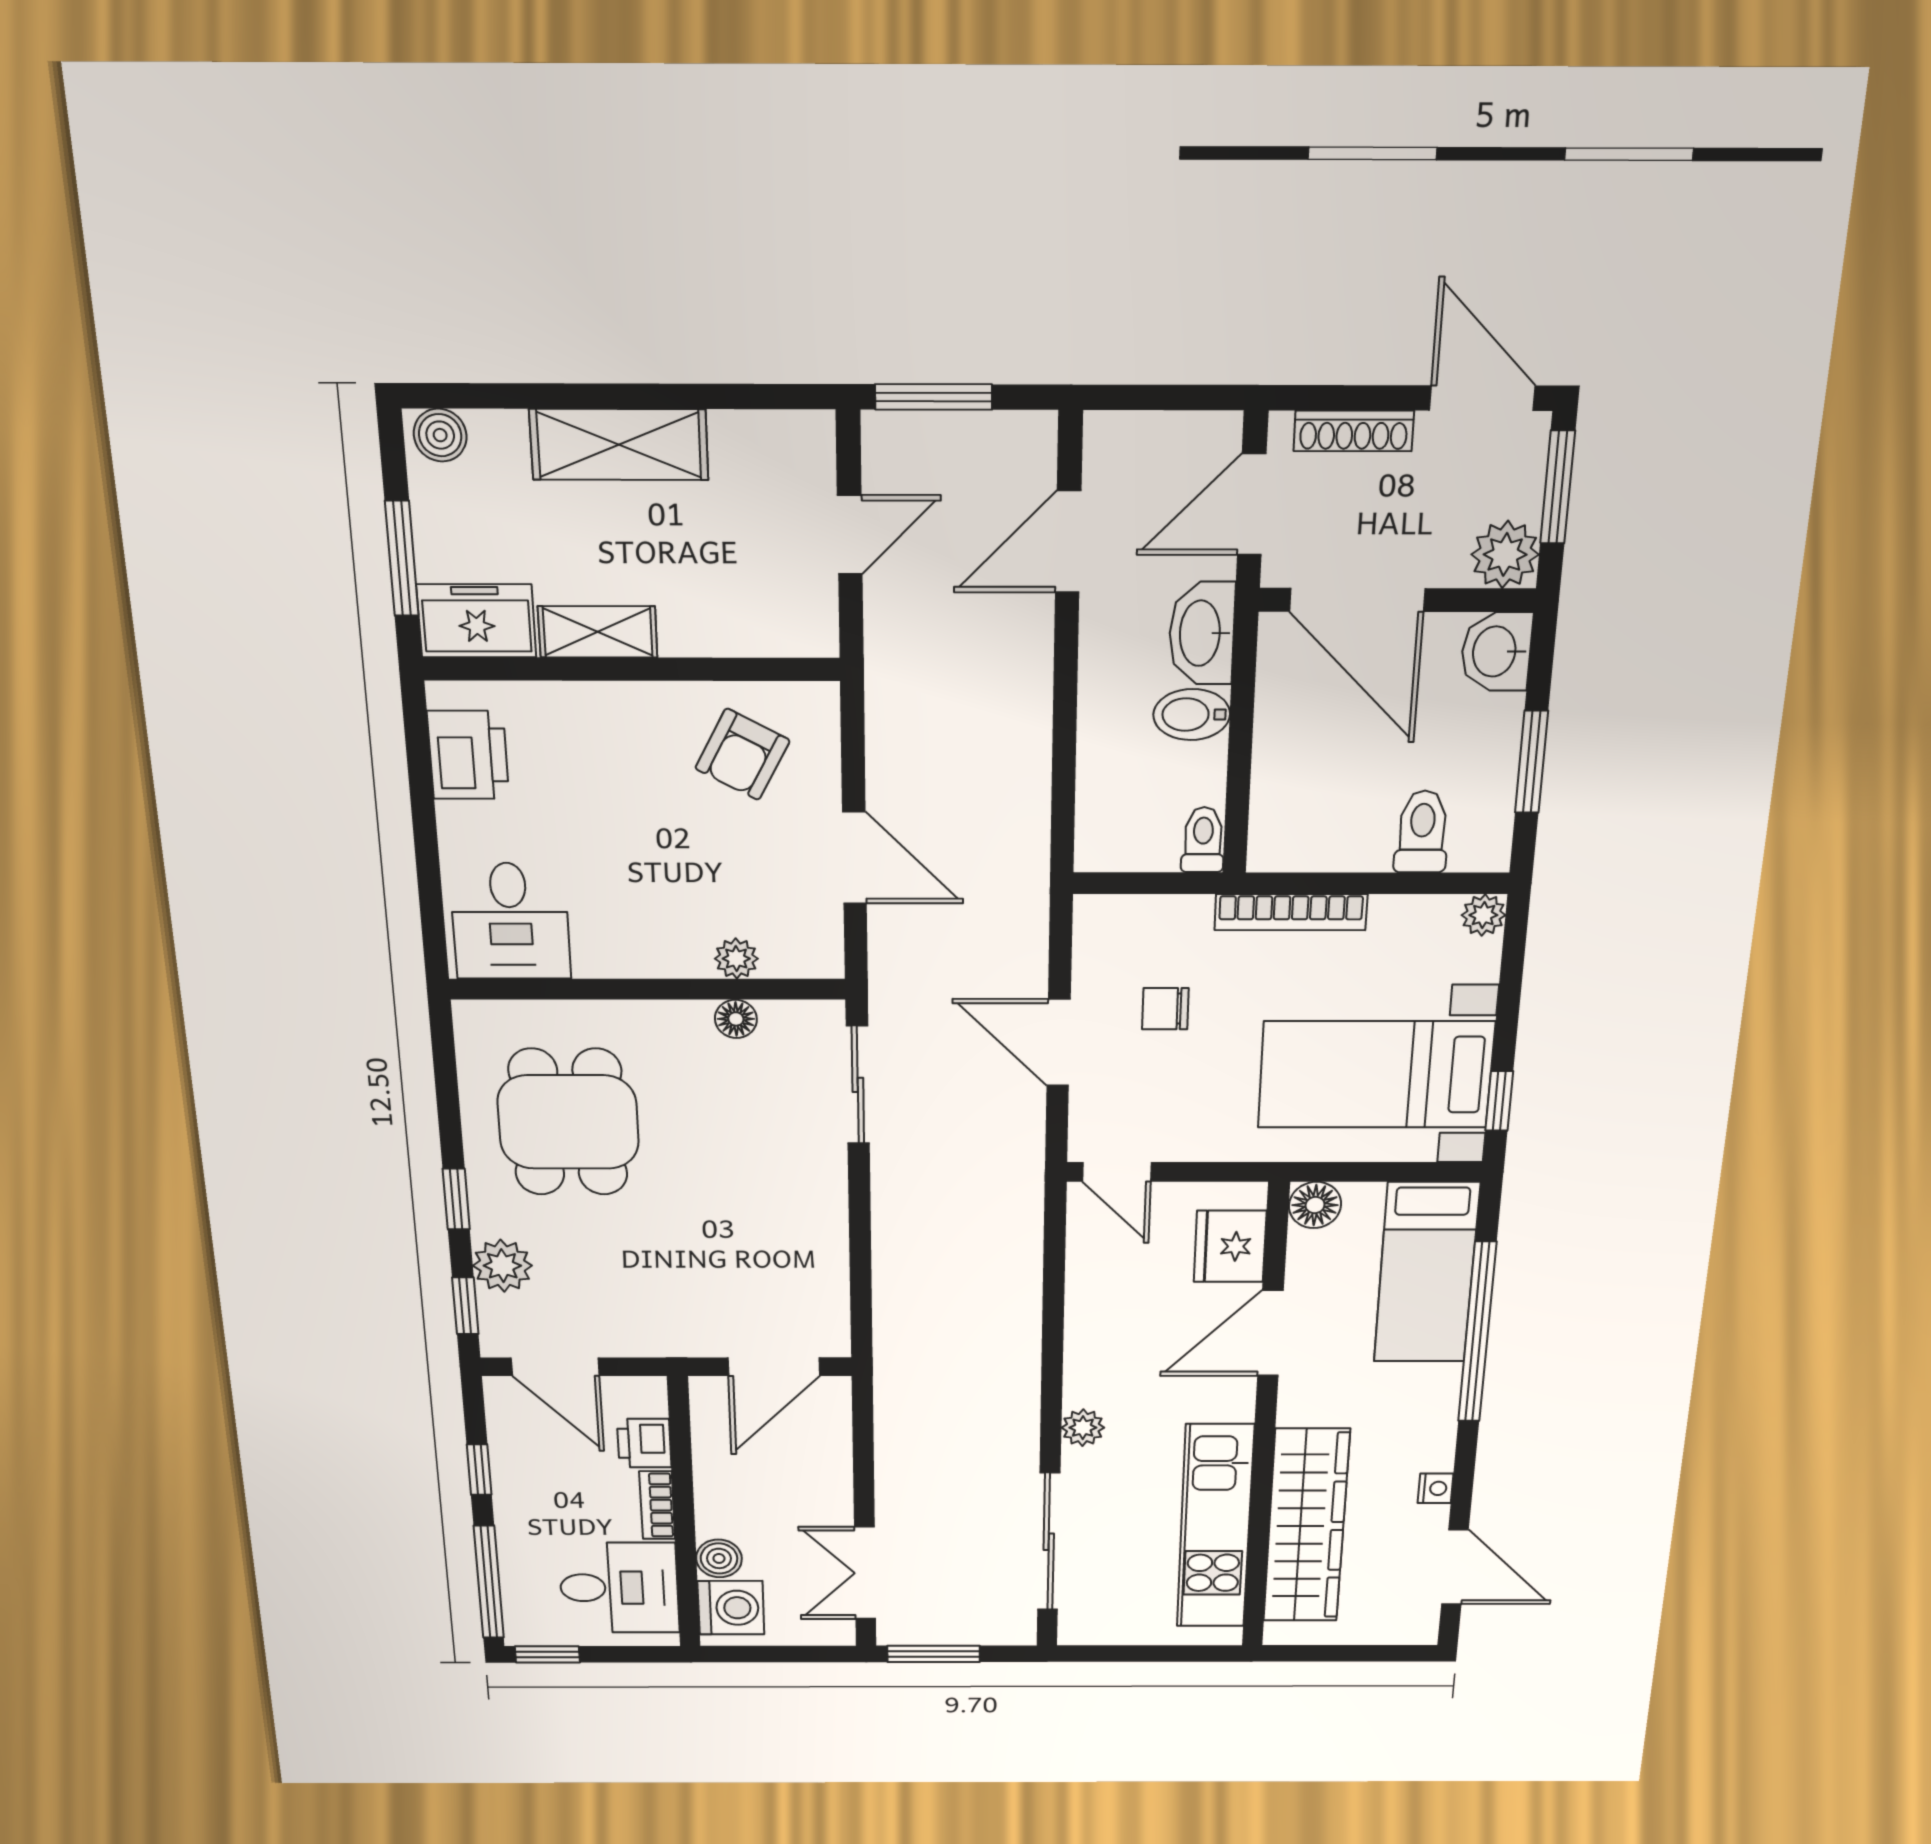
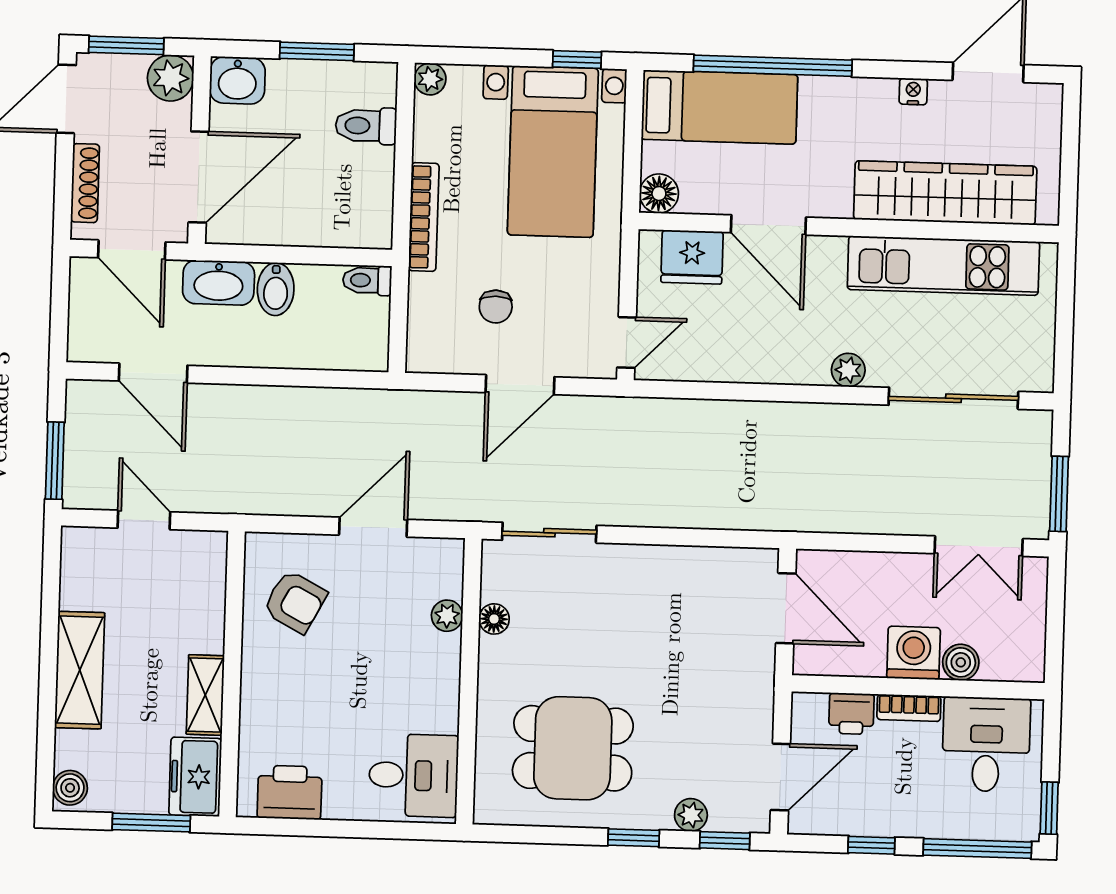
plant: (502, 1266) -> (691, 815), width x0.73, depth x0.73
washing machine: (731, 1608) -> (914, 653), moved

